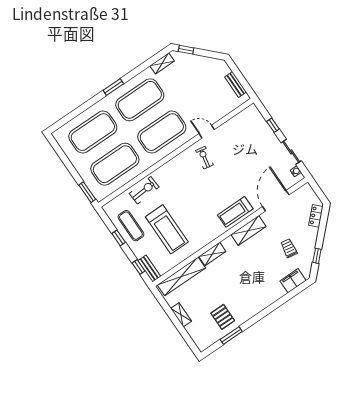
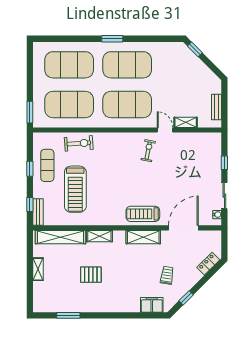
shelving: (162, 63) -> (186, 122), moved
pallet: (223, 317) -> (91, 275), moved, turned 90

